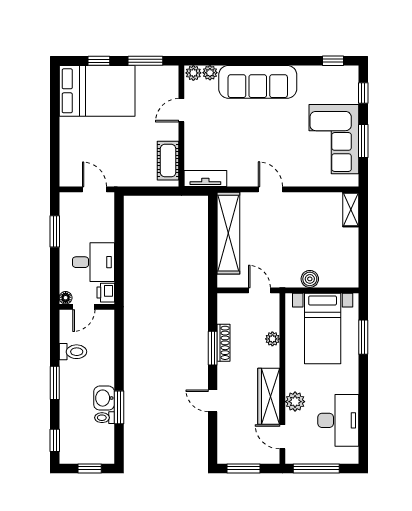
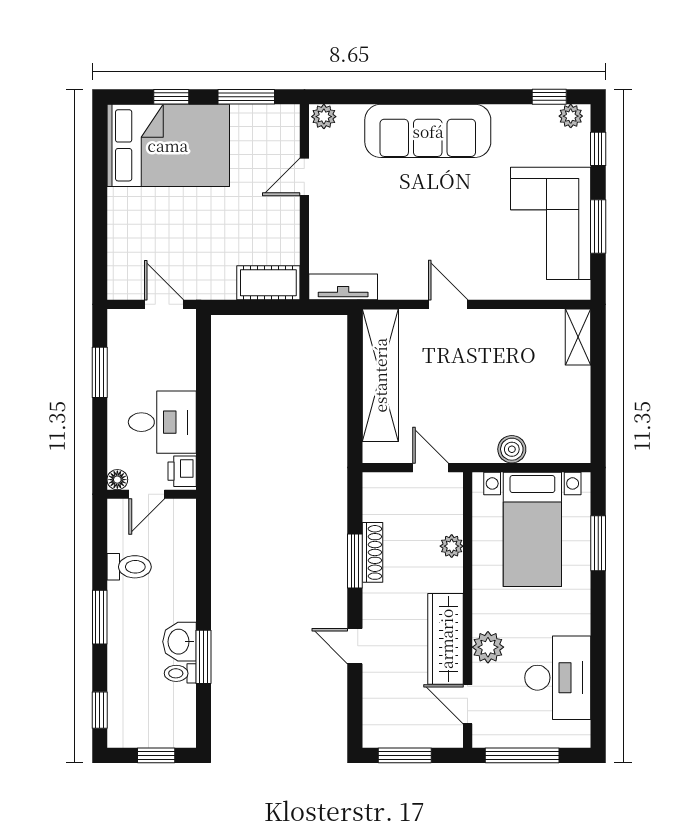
plant: (210, 73) -> (571, 116), moved
cot: (168, 161) -> (268, 283), moved, turned 90

